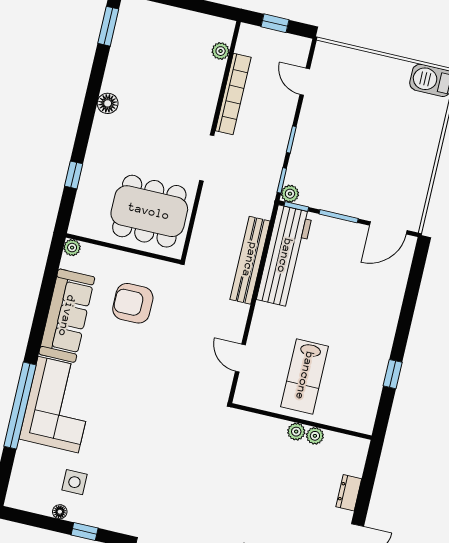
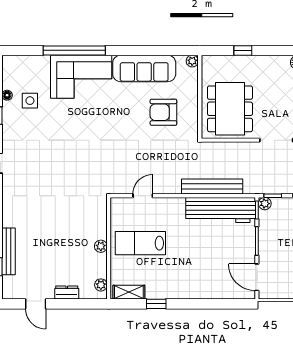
armchair: (133, 303) -> (163, 112), turned -90
shelving: (368, 408) -> (129, 292), added
plant: (315, 436) -> (101, 285), moved

